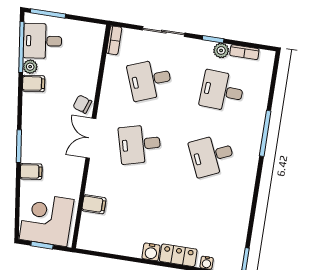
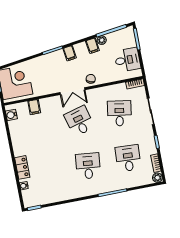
desk: (43, 41) -> (127, 60), moved, turned 97
plant: (221, 50) -> (157, 178), moved
desk: (150, 80) -> (119, 113), turned 30
double door: (91, 138) -> (72, 91), swing flipped
desk: (212, 155) -> (88, 166), turned 30
filing cabinet: (31, 171) -> (70, 53), moved
water cooler: (151, 252) -> (11, 115), moved

